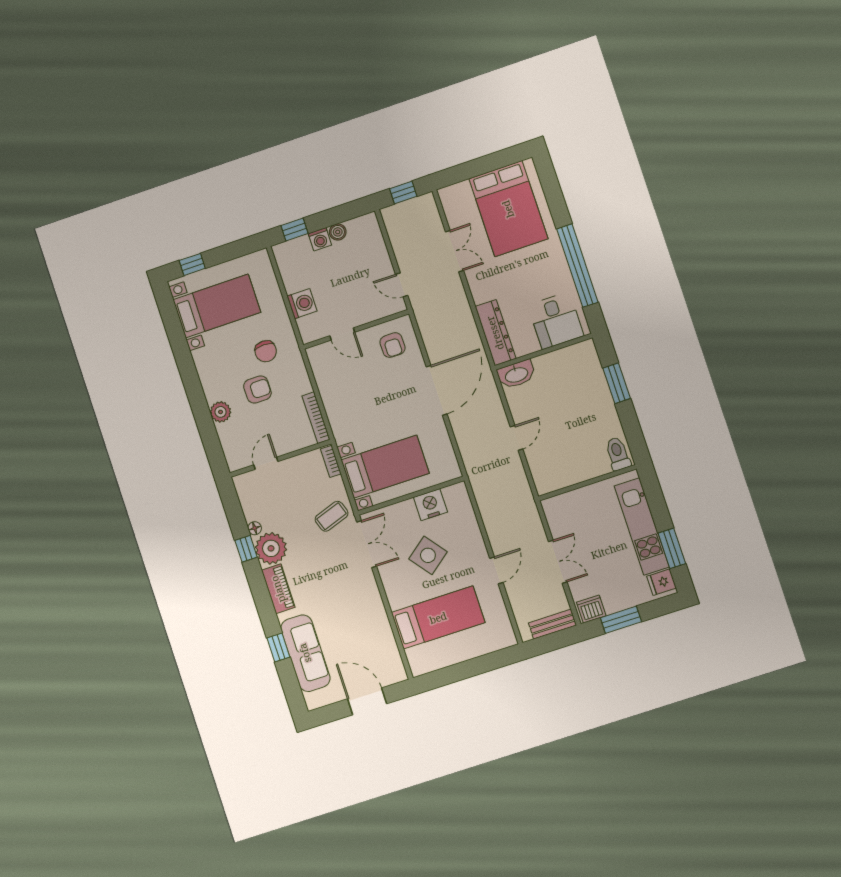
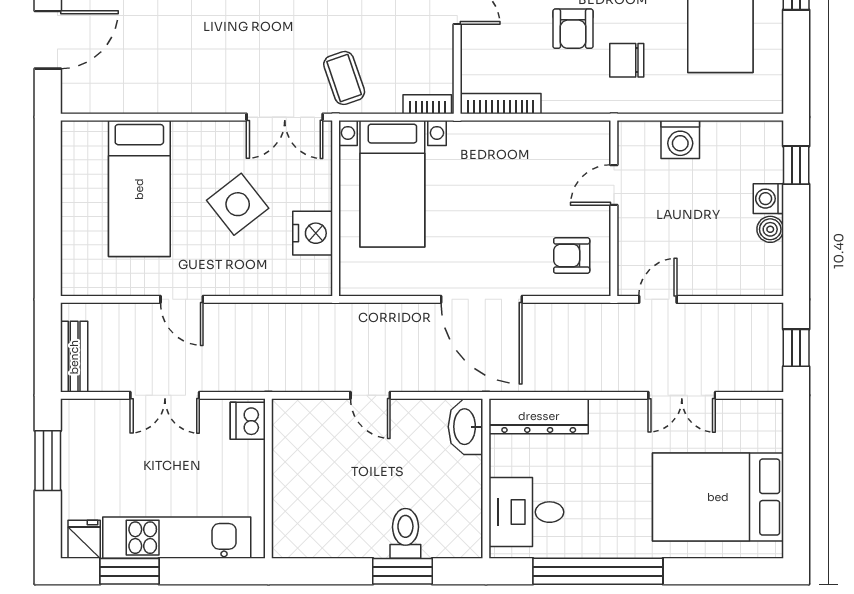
toilet: (618, 454) -> (405, 533), moved, turned -90
dishwasher: (591, 609) -> (248, 421), moved, turned 180

